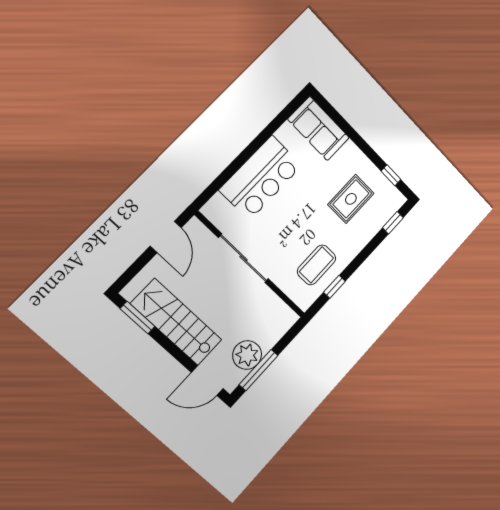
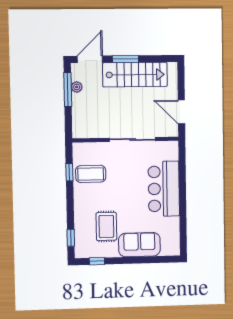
sofa: (319, 128) -> (139, 245), moved
coffee table: (317, 265) -> (91, 174), turned 90
window: (137, 318) -> (125, 59), moved
plant: (247, 355) -> (77, 87), width x0.53, depth x0.53

